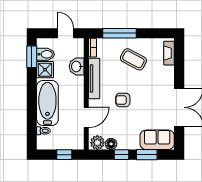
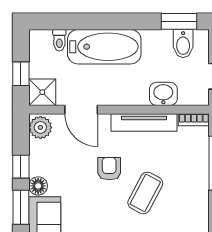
coffee table: (133, 59) -> (145, 193), moved
shower: (45, 70) -> (42, 92), moved
floor lamp: (111, 144) -> (38, 186), moved

